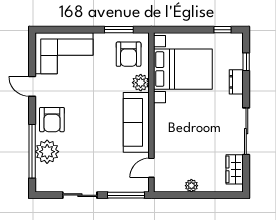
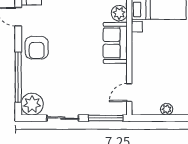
sofa: (136, 122) -> (115, 43), width x0.73
plant: (47, 152) -> (32, 104), moved

